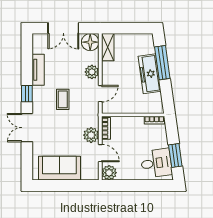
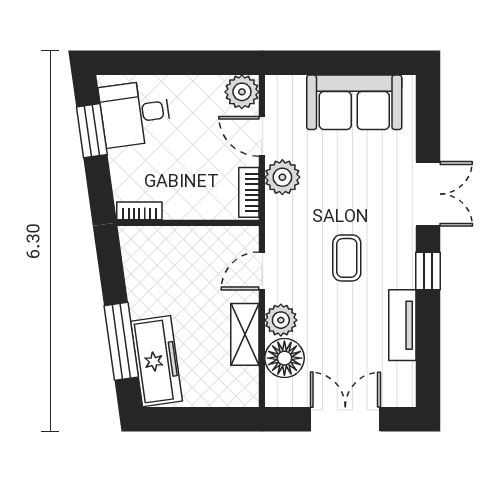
floor lamp: (90, 42) -> (284, 358), moved
shelving: (108, 47) -> (245, 334), moved
freezer: (150, 74) -> (157, 361), moved

